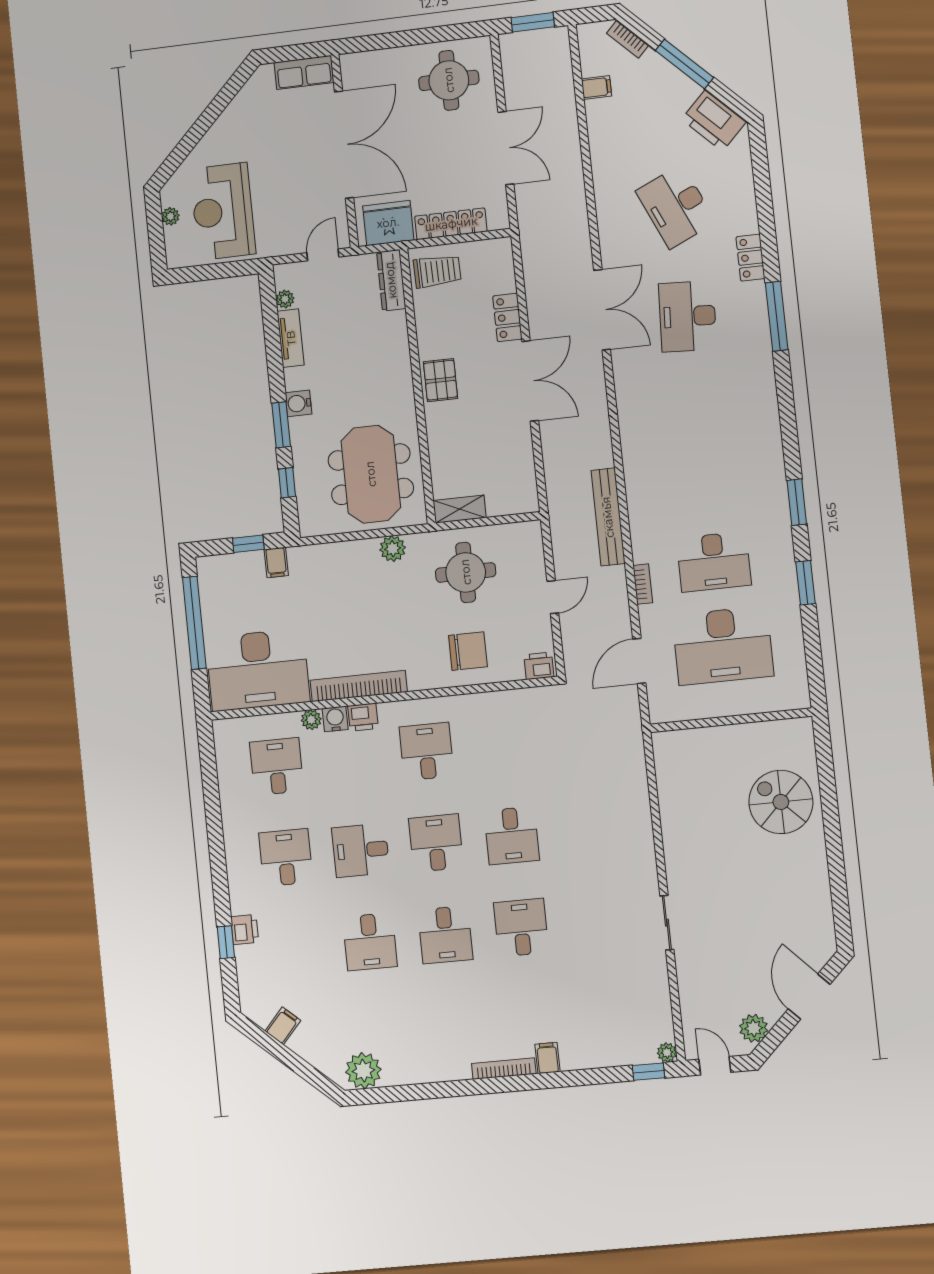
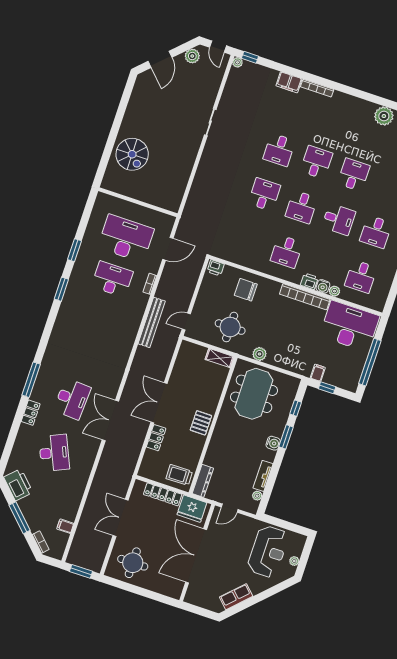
row of seats: (304, 72) -> (236, 597), moved, turned -45
door: (553, 597) -> (186, 322), moved
filing cabinet: (547, 1058) -> (289, 82), width x2.00

